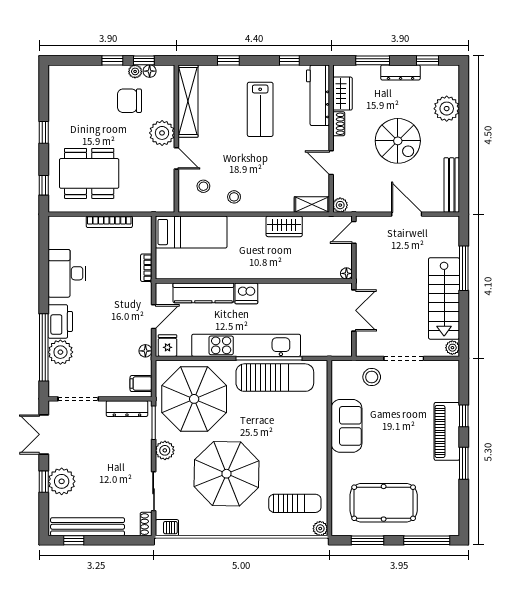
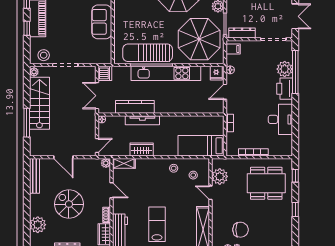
plant: (162, 133) -> (220, 176), moved
tv unit: (283, 272) -> (142, 120), added
kitchen counter: (203, 293) -> (135, 107), moved
dishwasher: (246, 293) -> (105, 73), moved, turned 90
stool: (372, 377) -> (44, 55), moved

